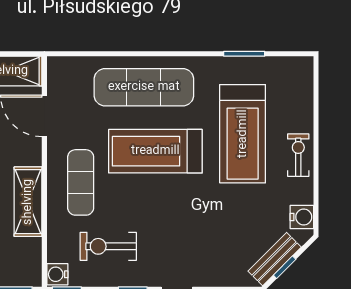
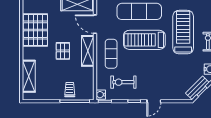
treadmill: (243, 134) -> (183, 32), turned 180
shelving: (28, 202) -> (88, 51), moved

